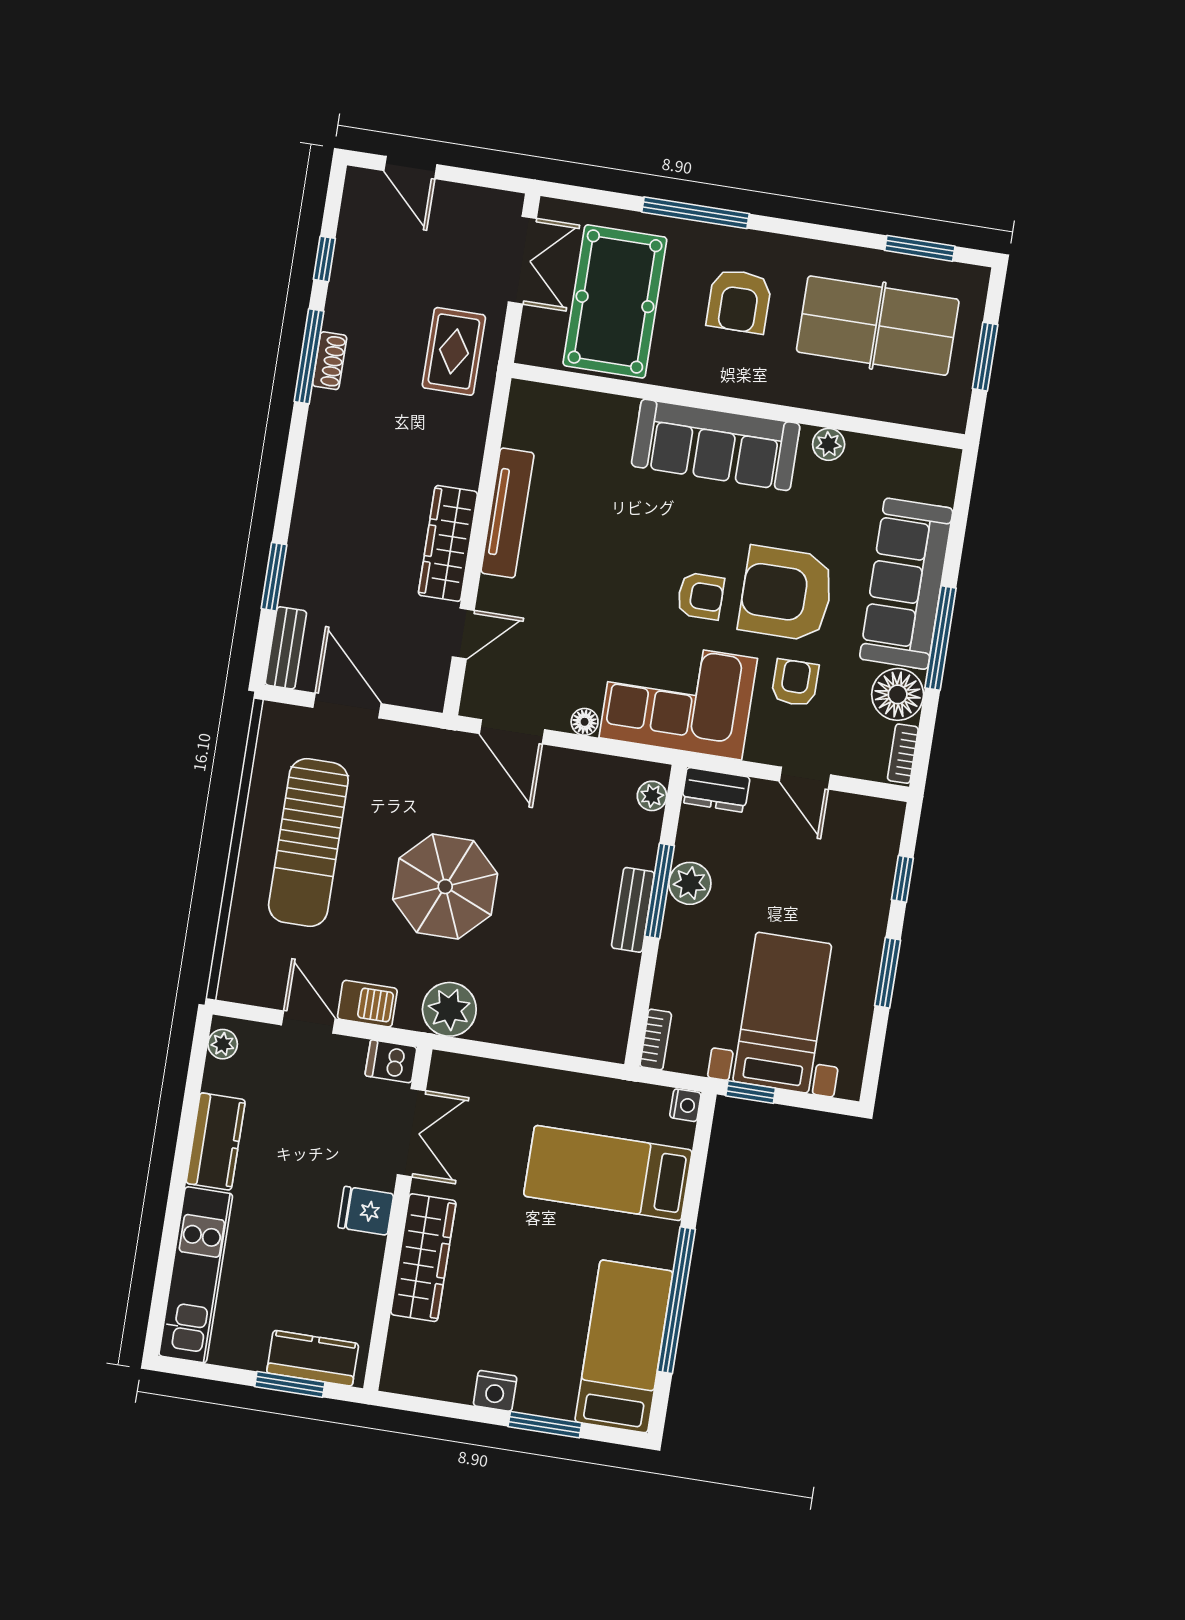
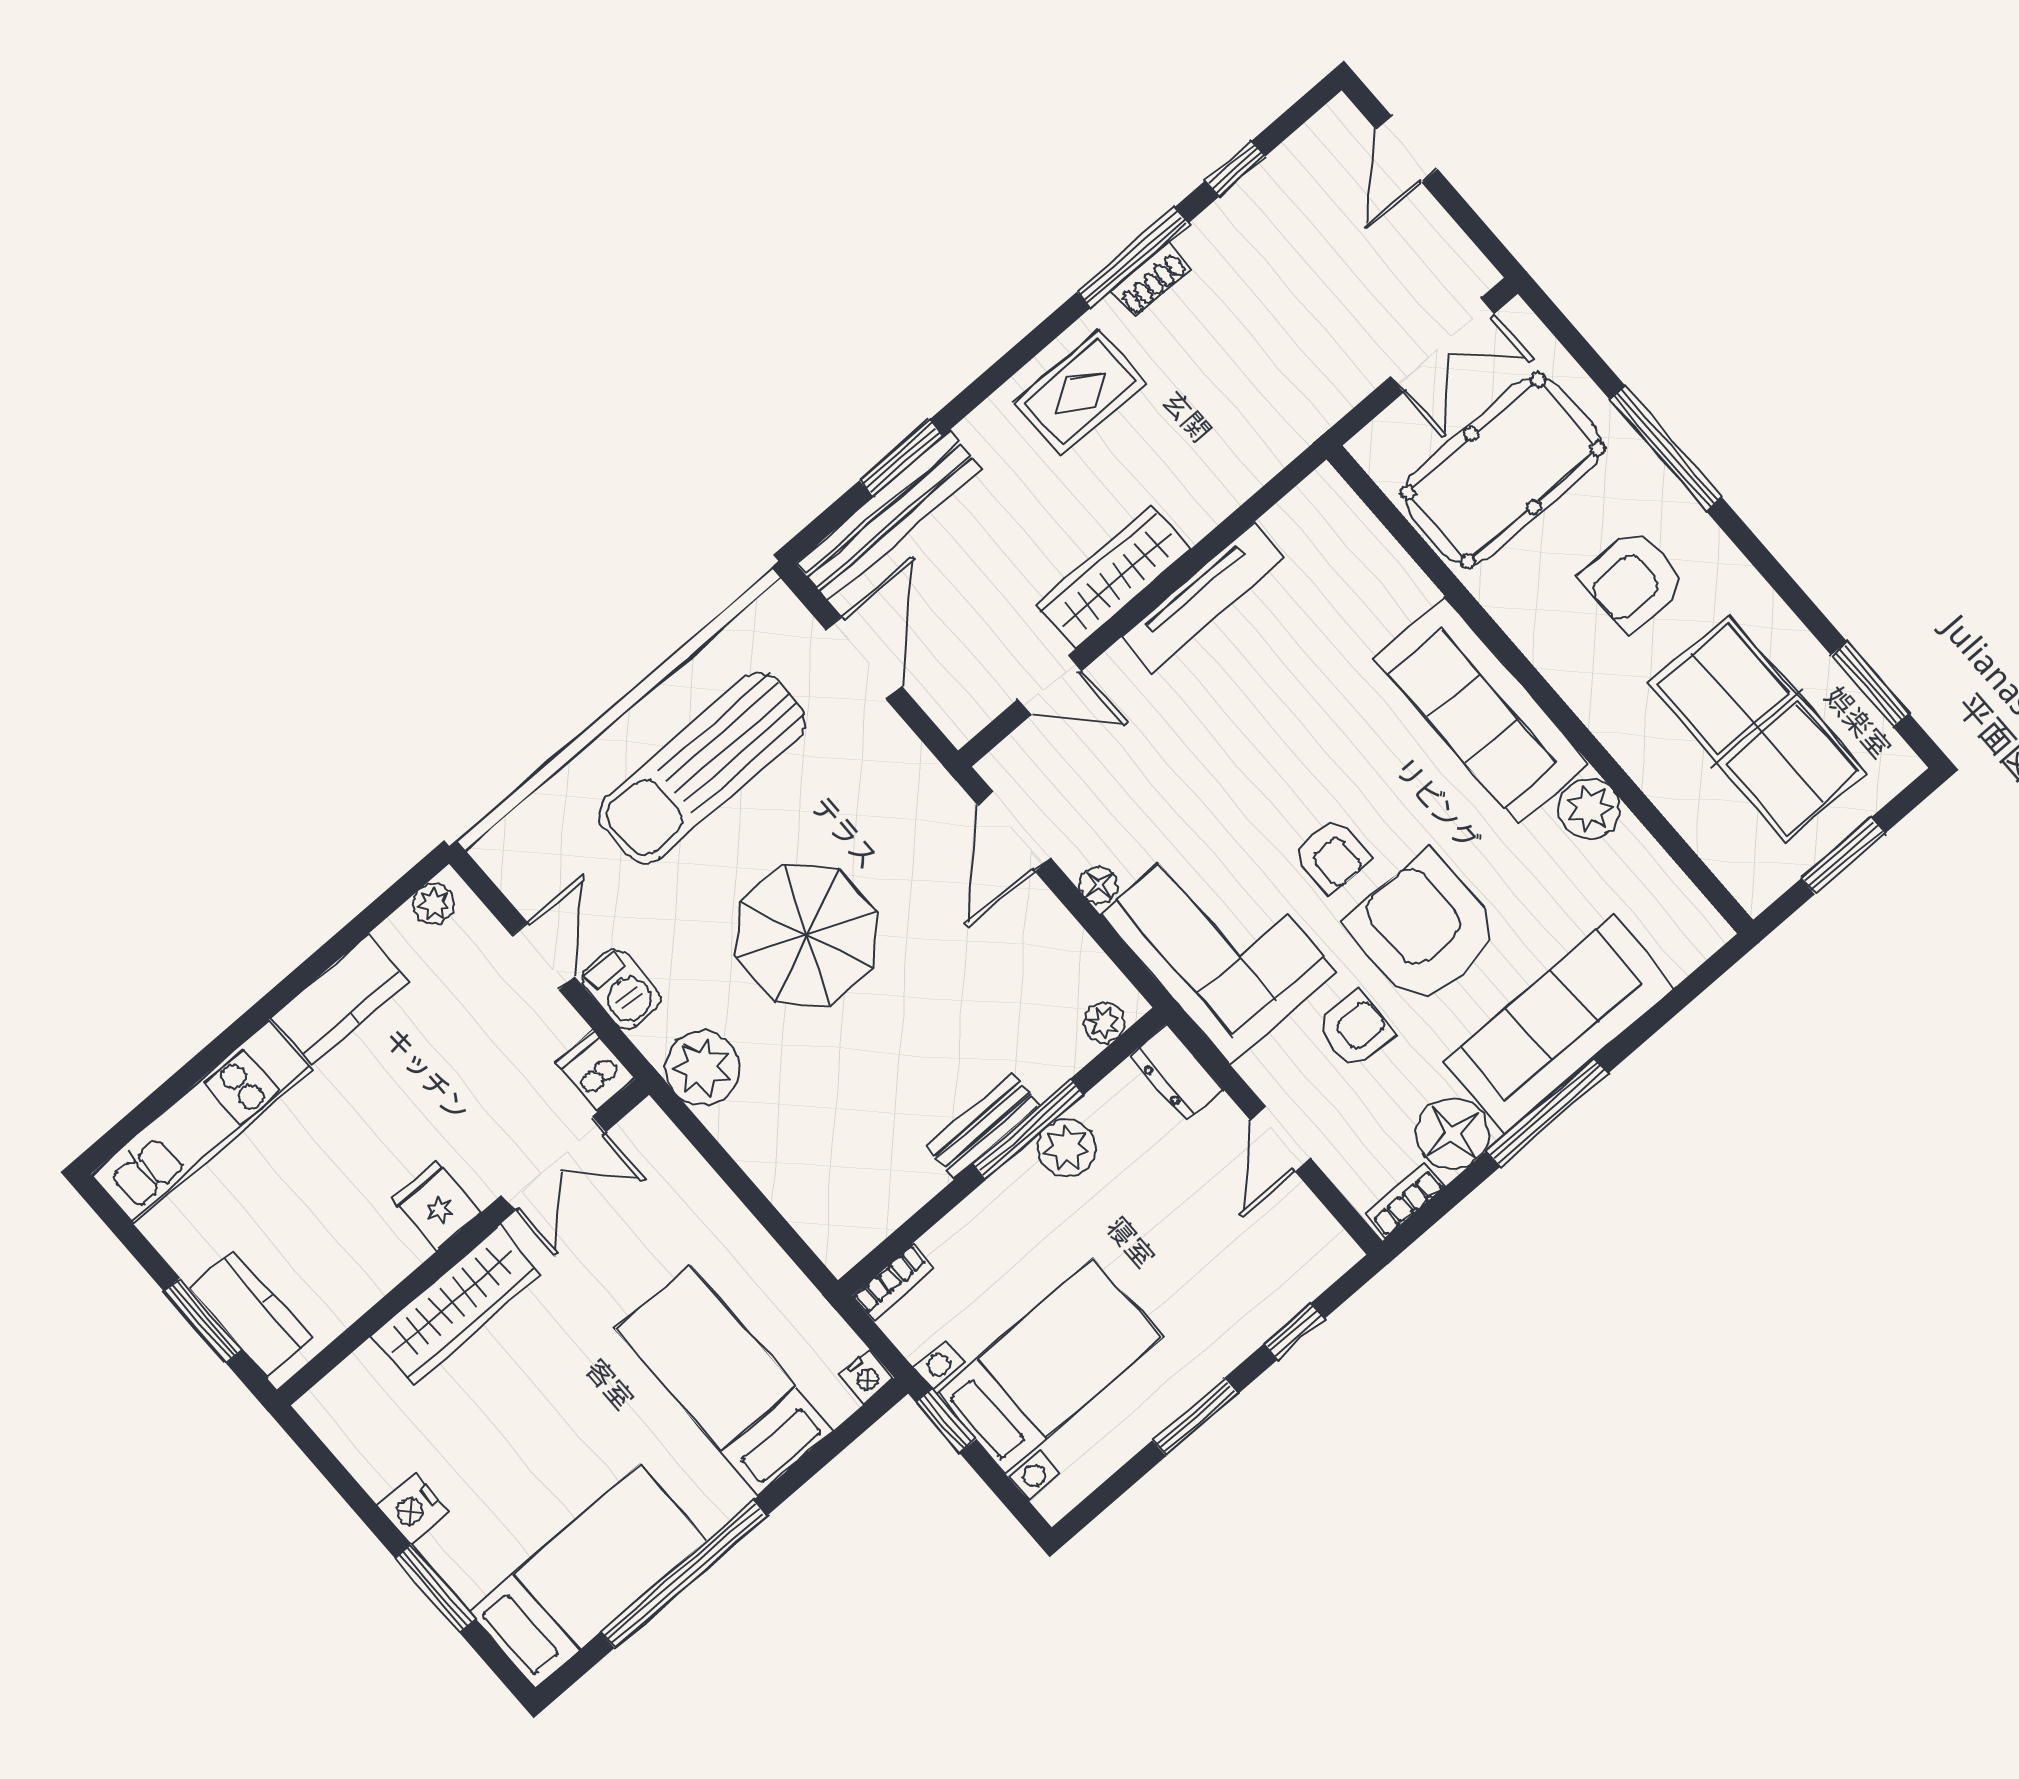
rug: (454, 351) -> (1080, 392), moved
plant: (829, 444) -> (1589, 809), width x1.38, depth x1.38
bench: (286, 648) -> (889, 516), width x1.86, depth x1.21

